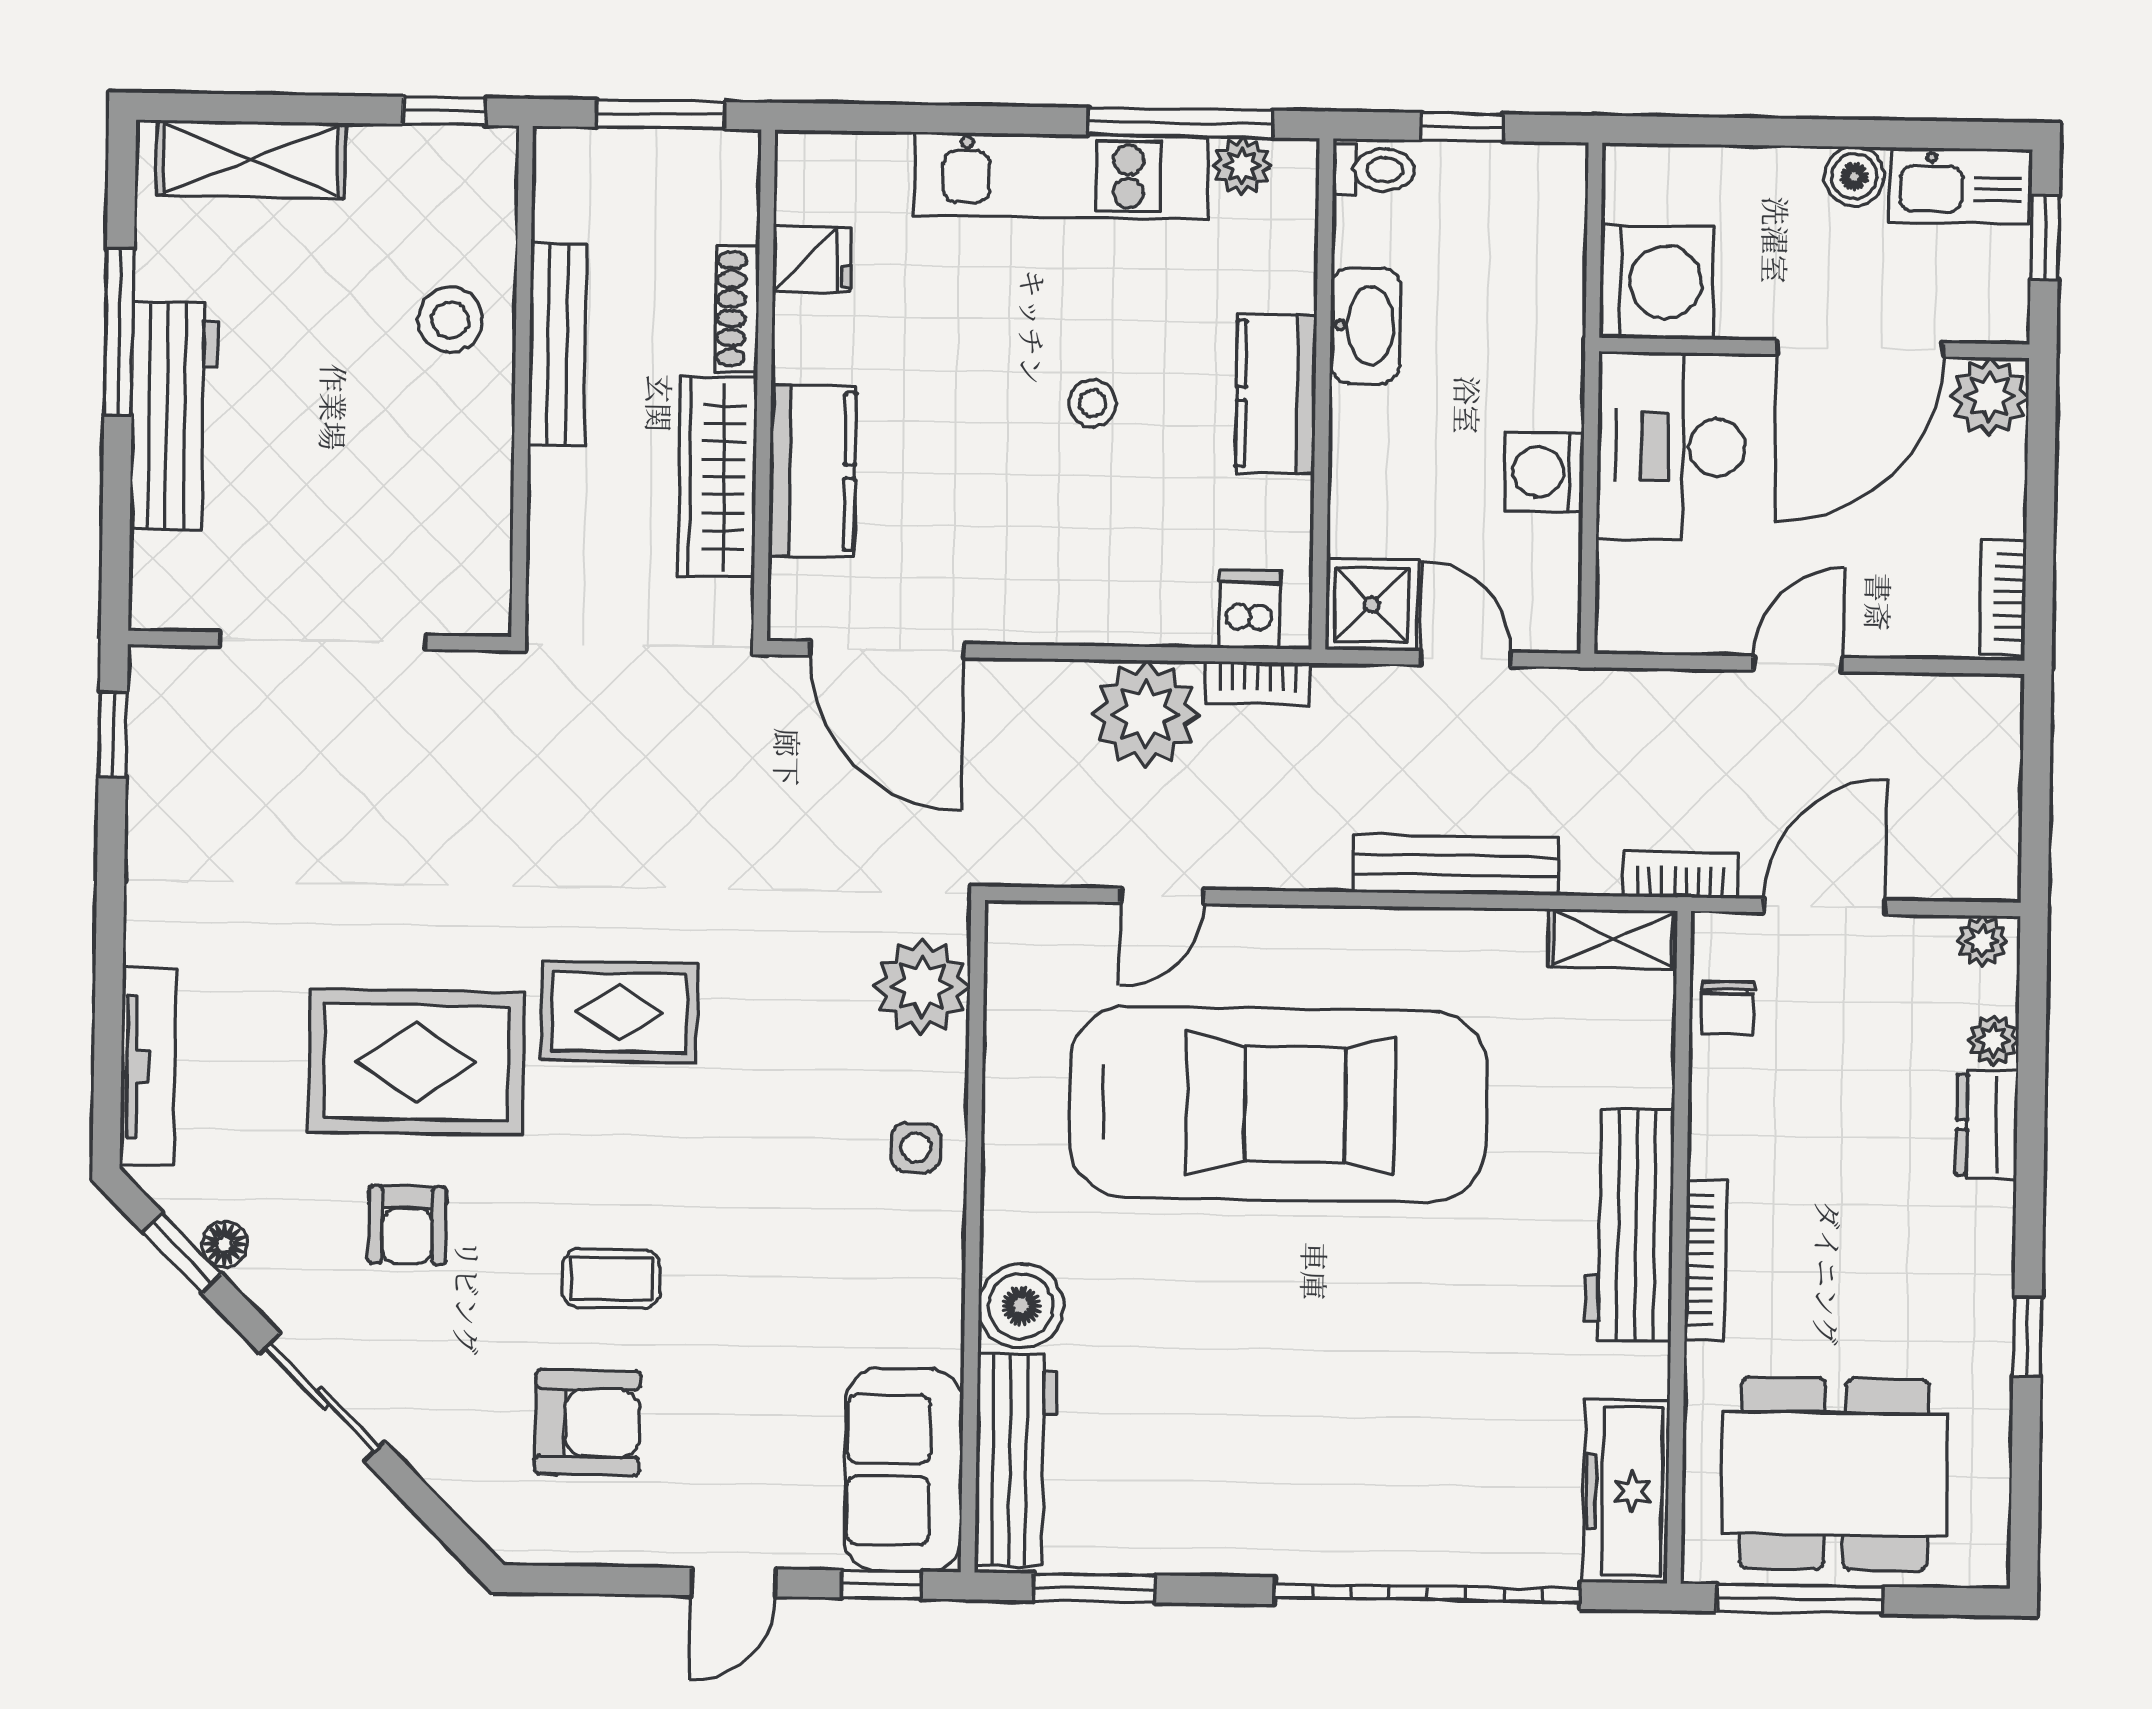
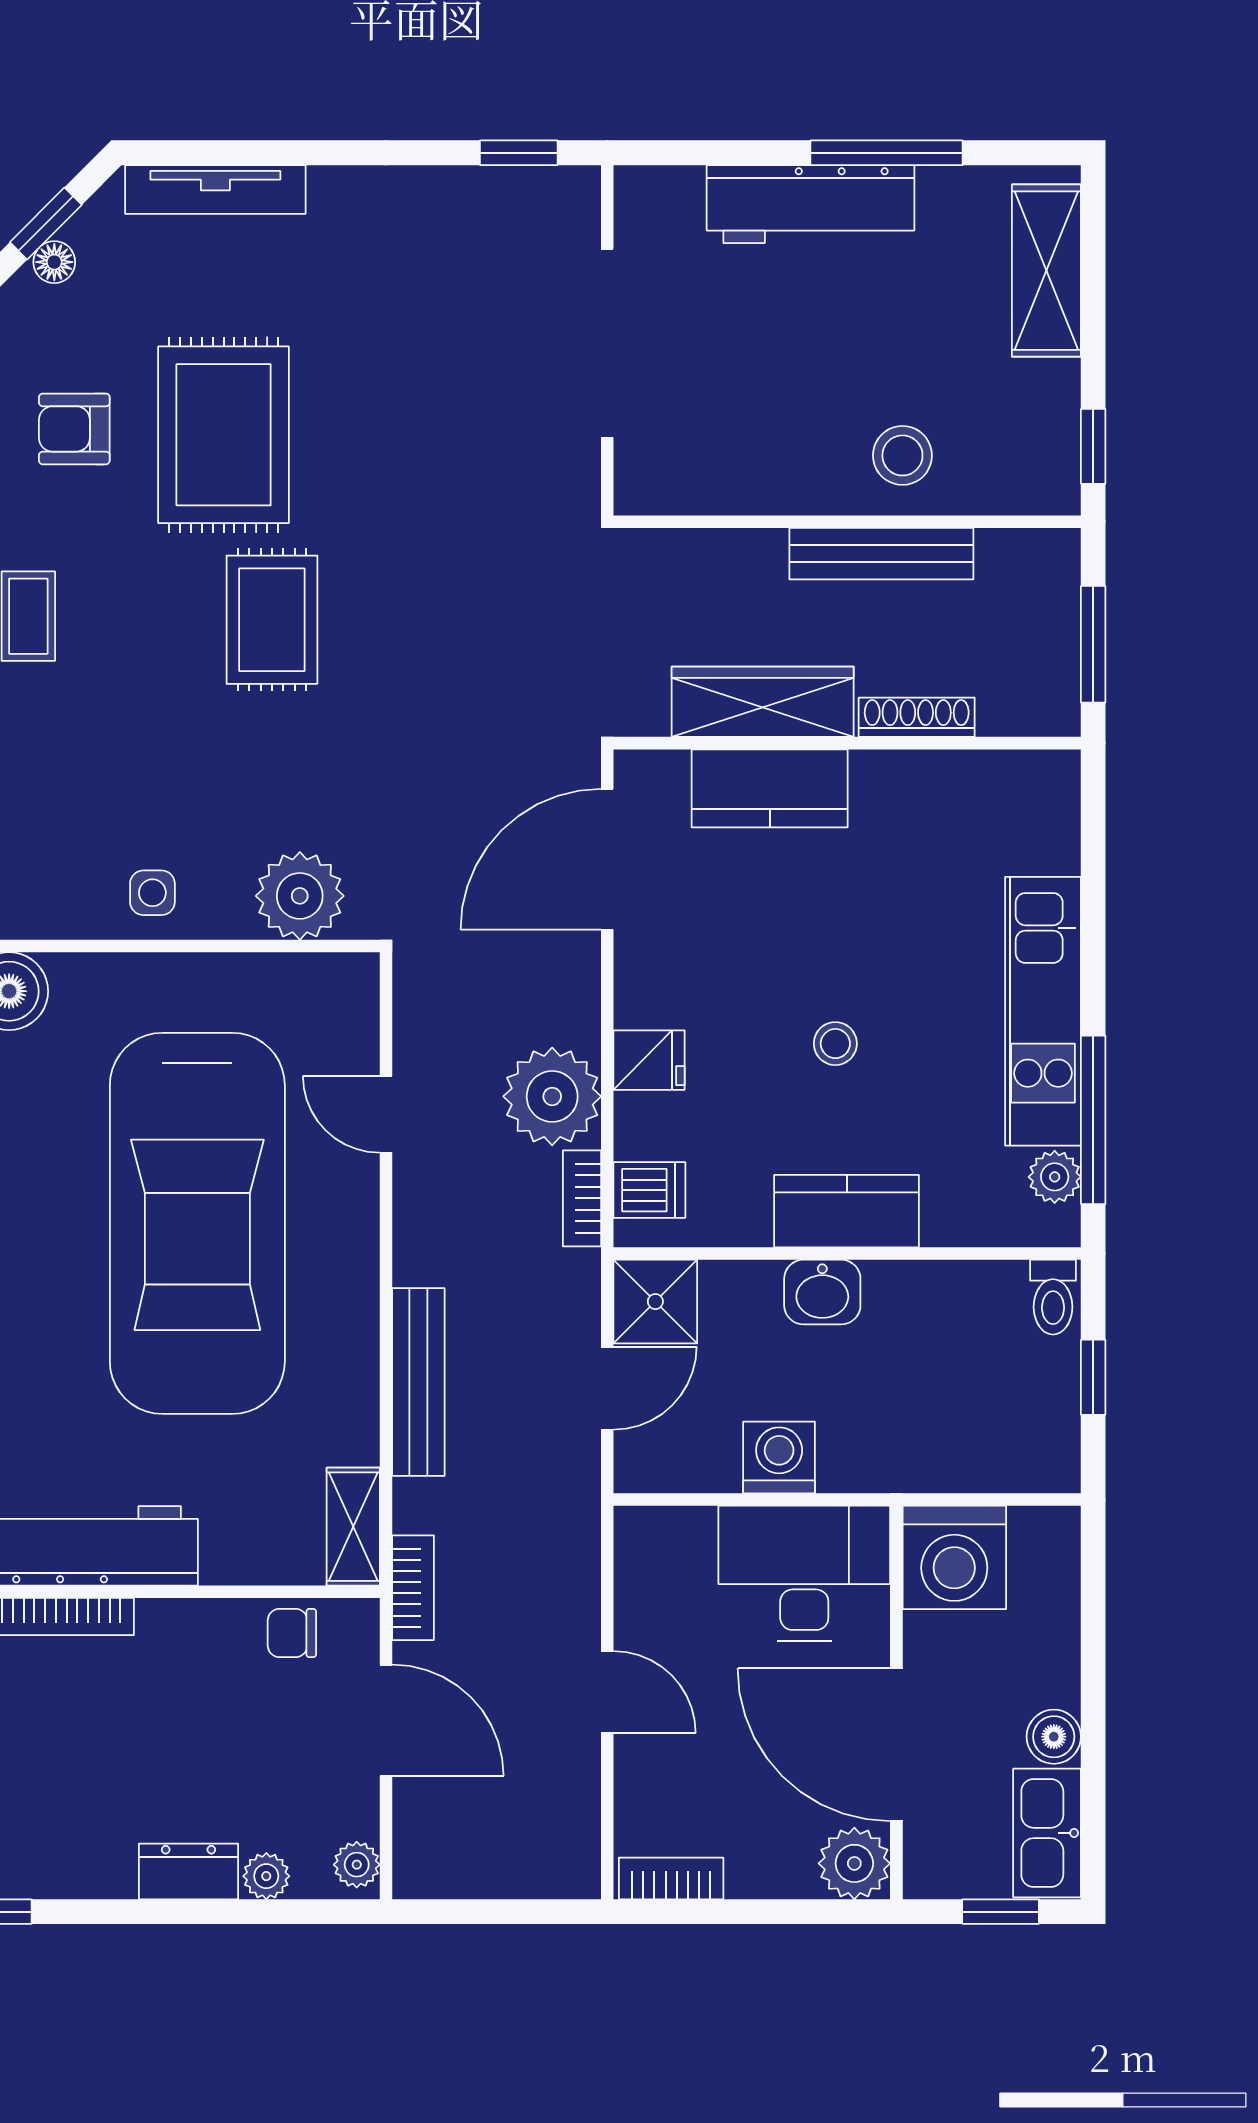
fridge: (812, 260) -> (649, 1060), moved, turned -90
washbasin: (1366, 326) -> (822, 1292), moved, width x0.72

